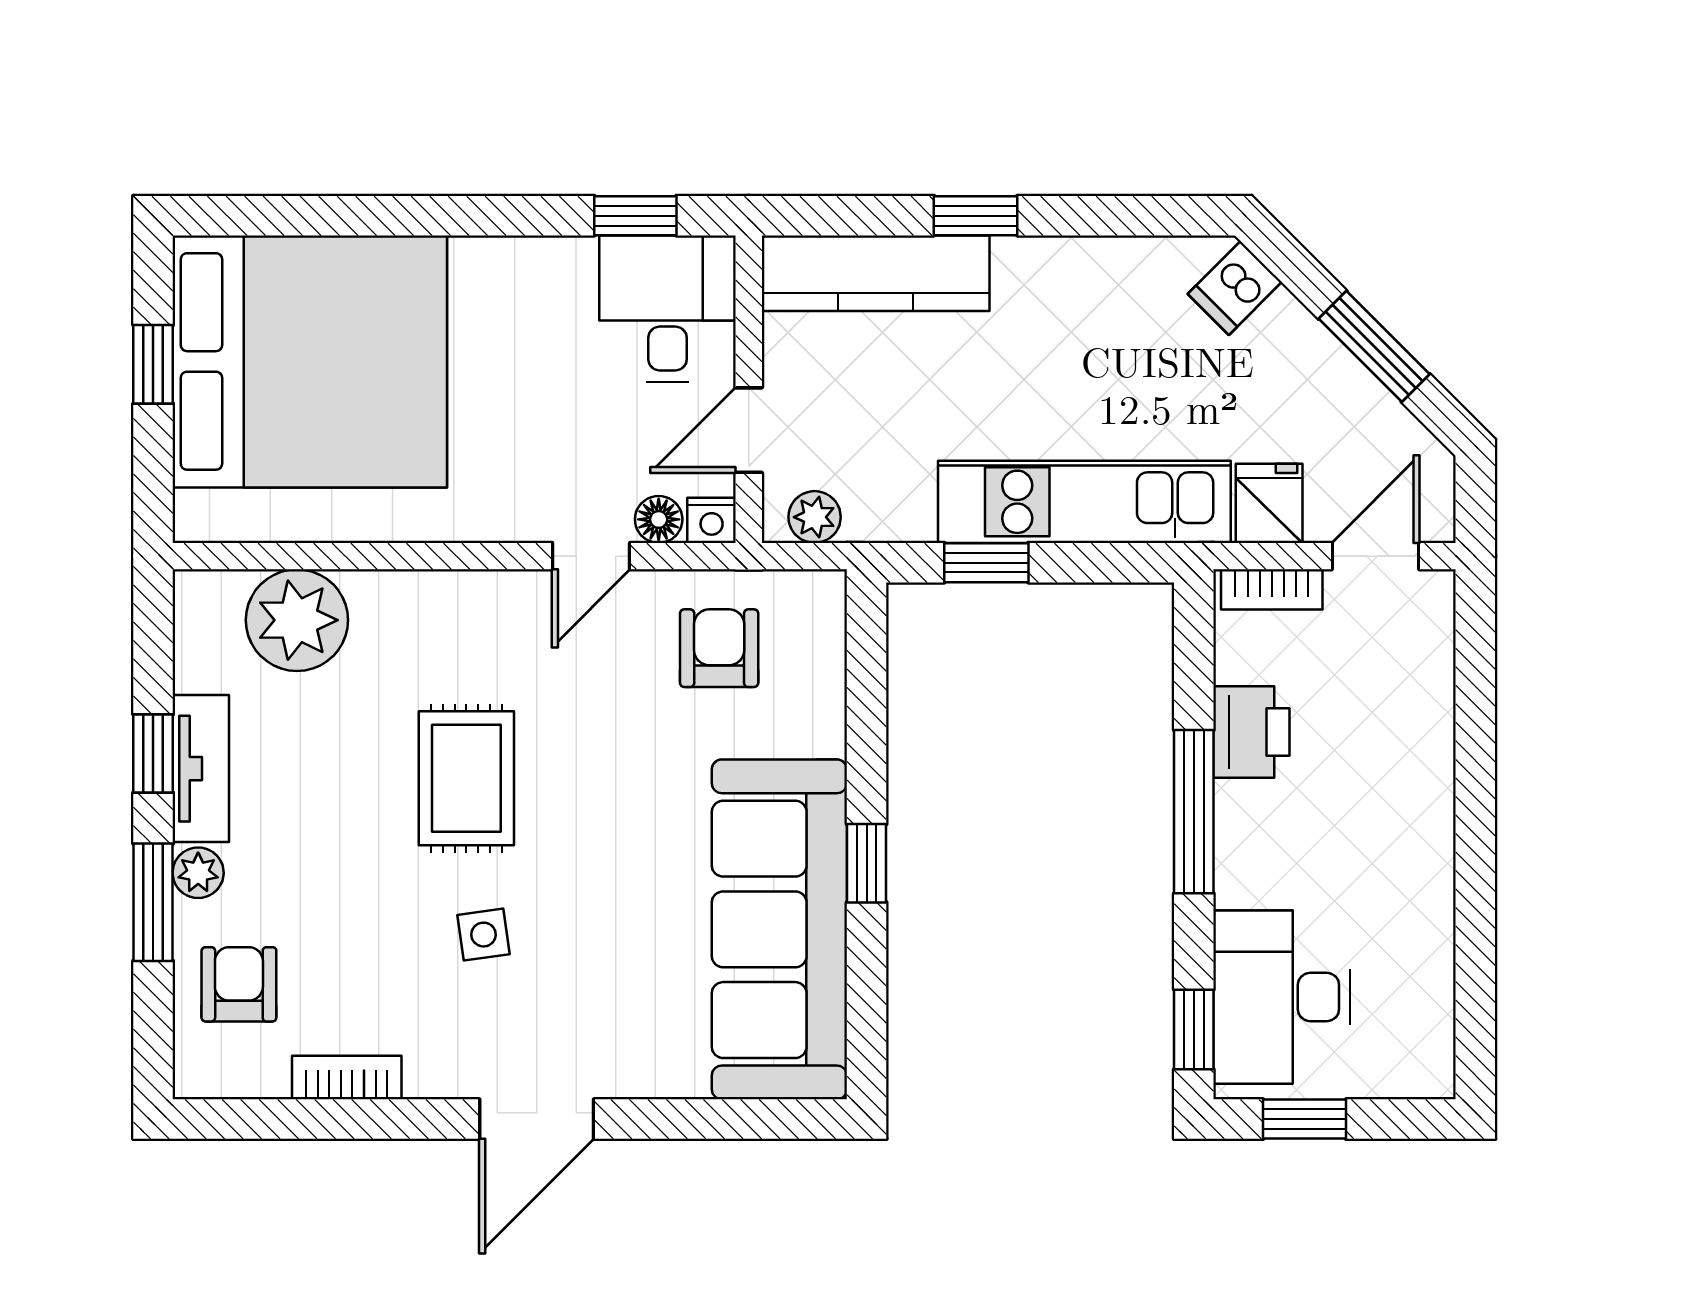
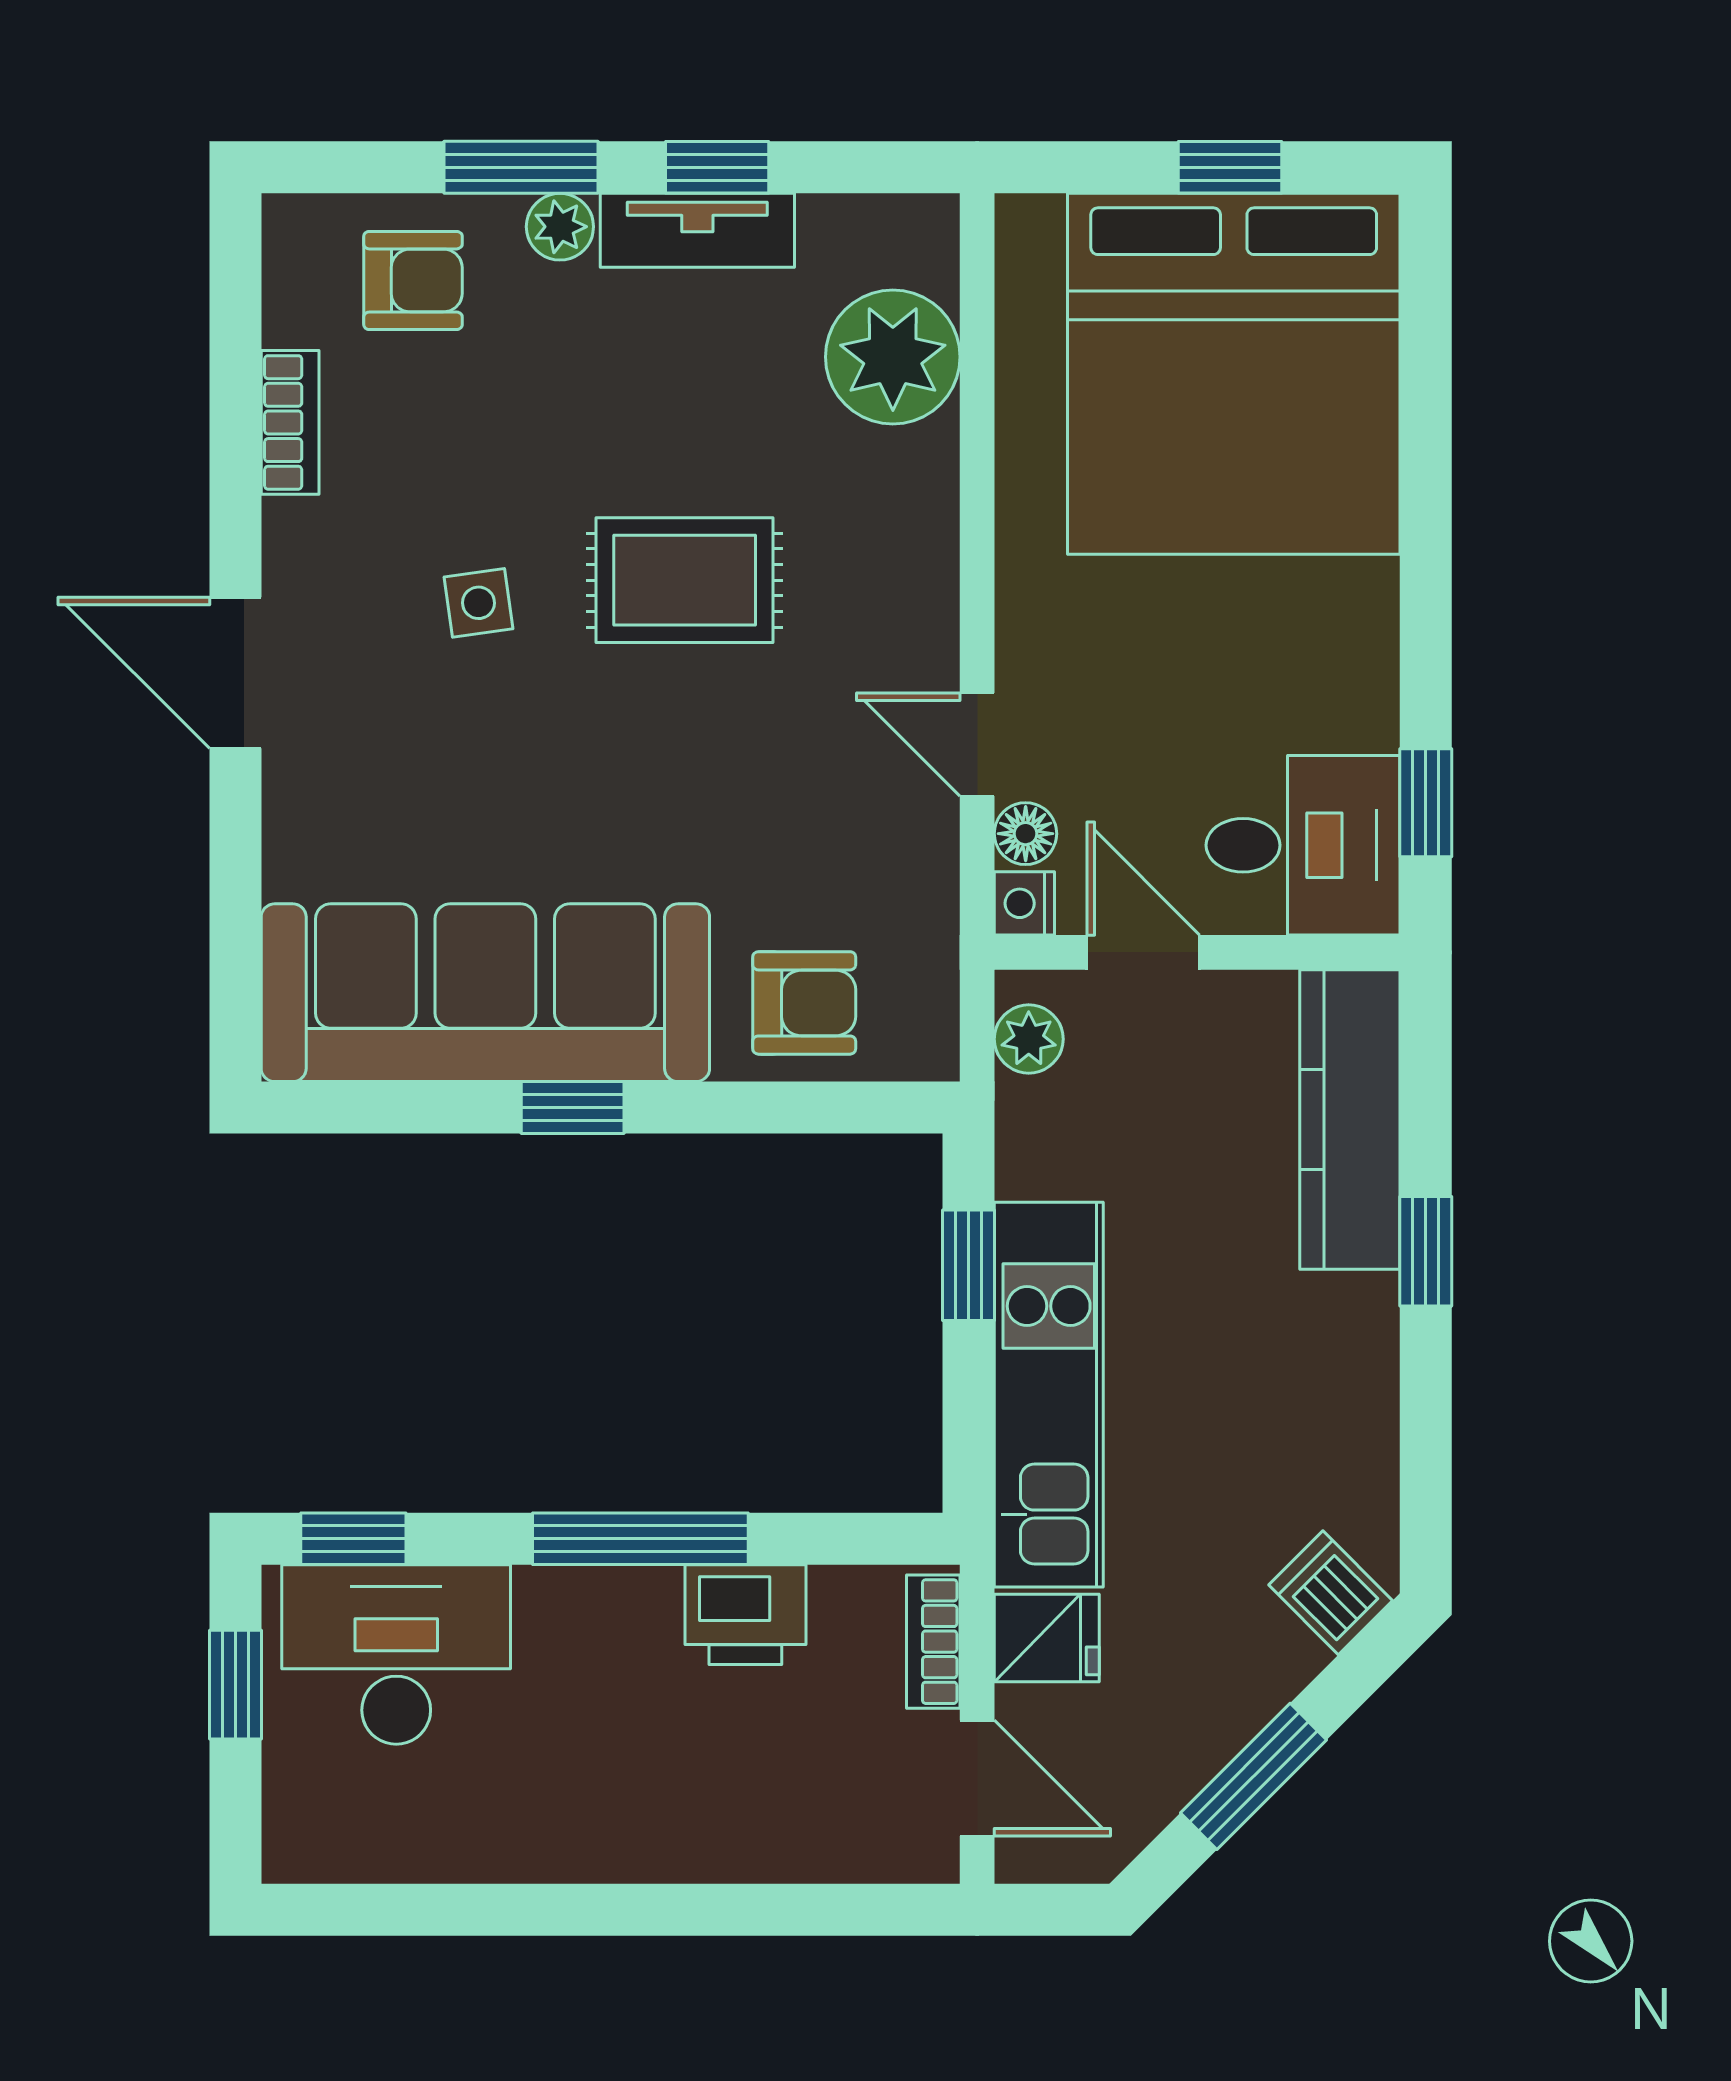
armchair: (719, 648) -> (804, 1003), moved

